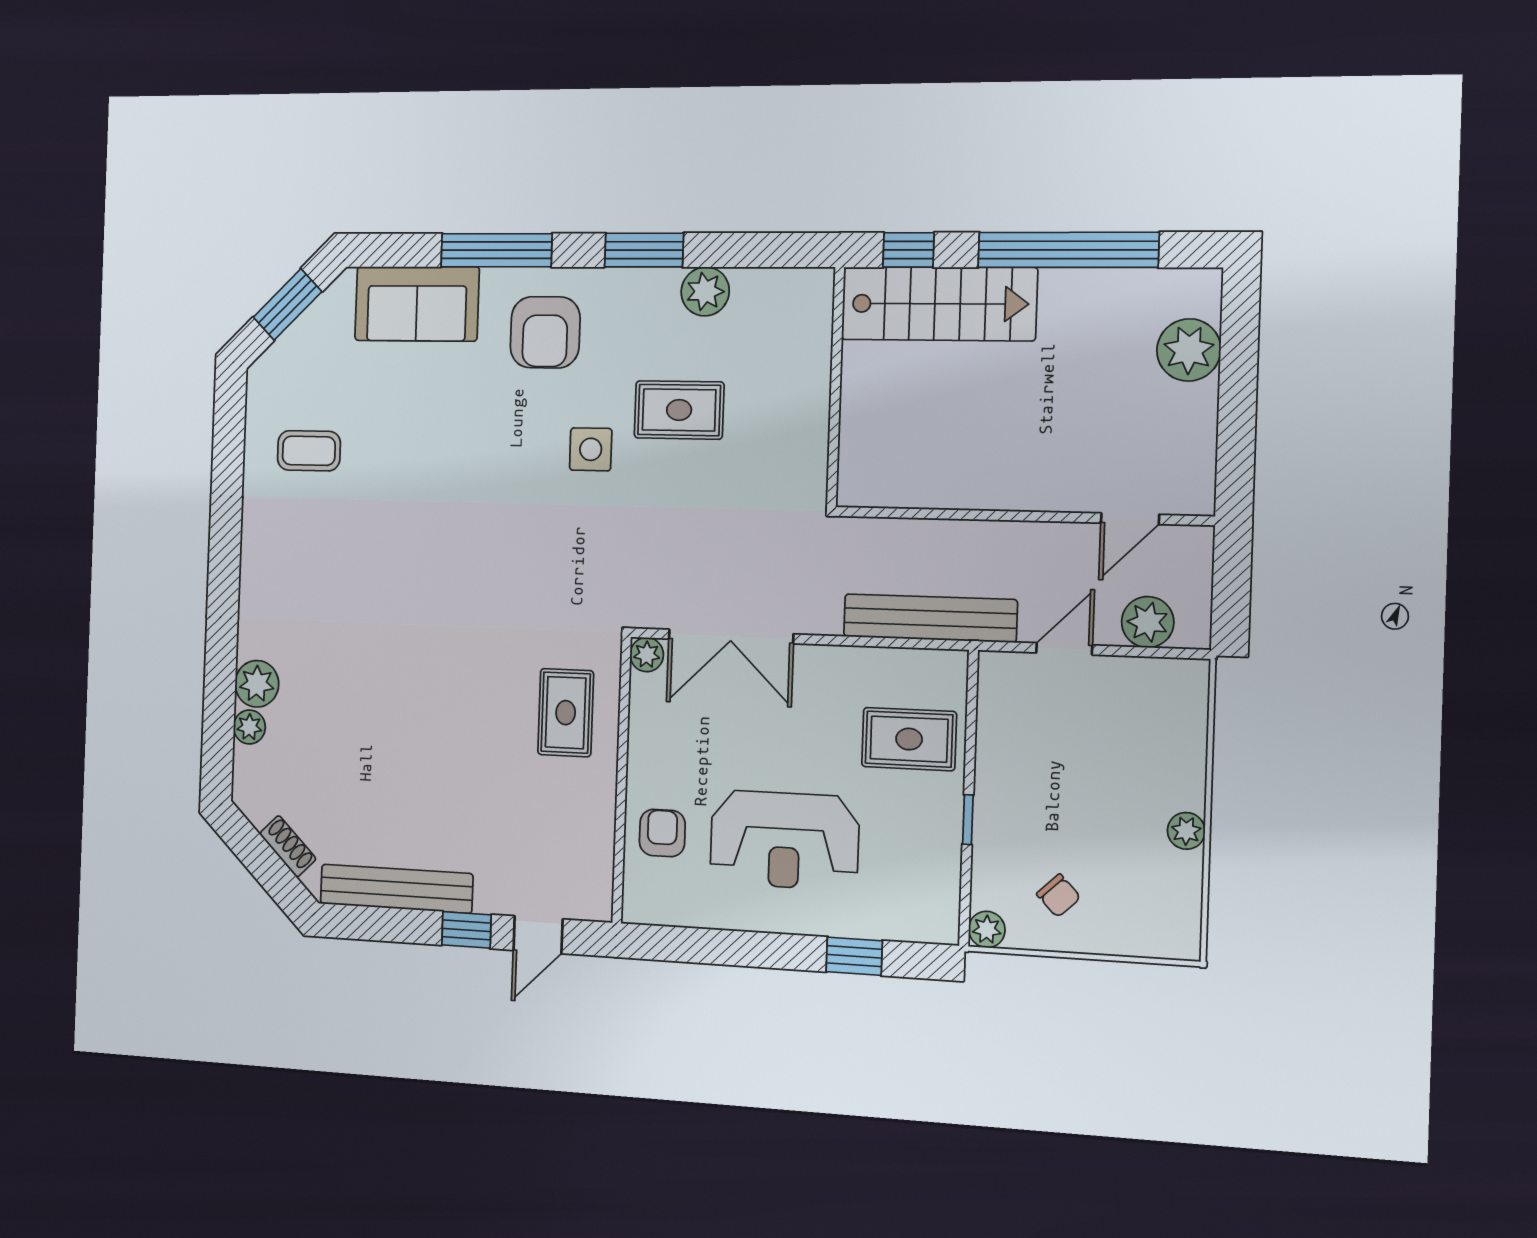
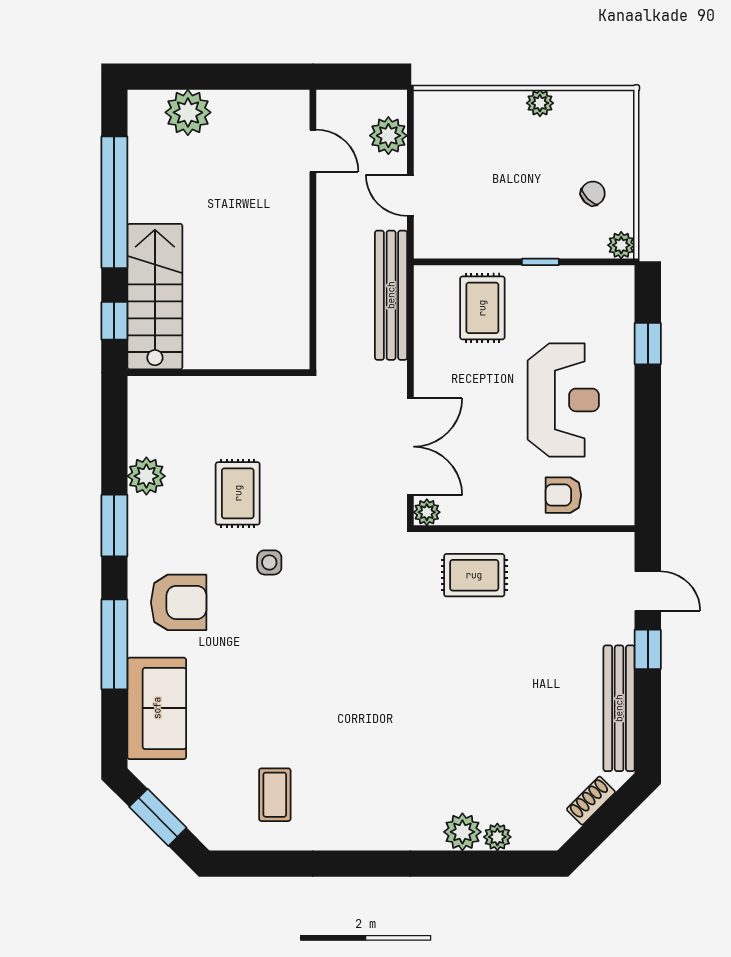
side table: (591, 449) -> (269, 562), width x0.73, depth x0.73

